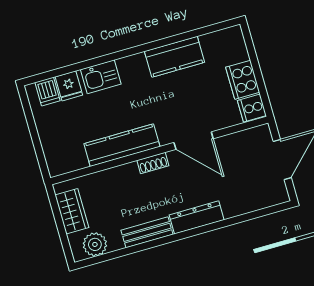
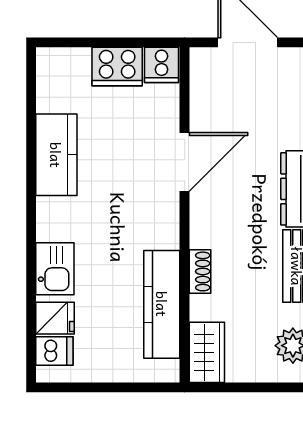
kitchen counter: (122, 145) -> (162, 304), moved
shoe rack: (153, 163) -> (200, 271), moved
wardrobe: (72, 211) -> (207, 352), moved, turned 90

